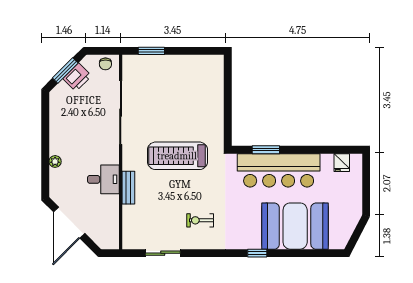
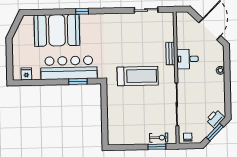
printer: (77, 77) -> (215, 119), moved
exercise bike: (200, 220) -> (159, 138), moved

